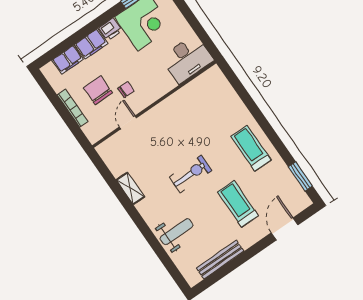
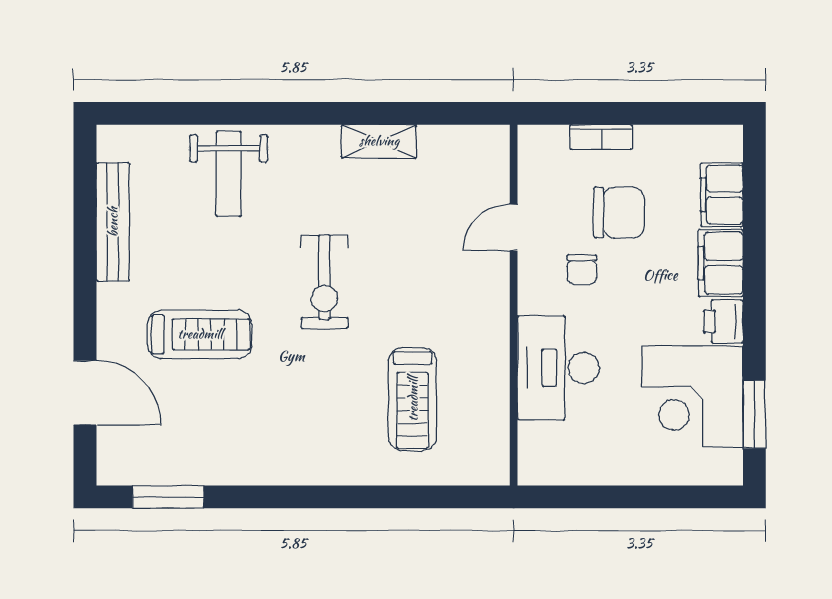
desk: (187, 59) -> (558, 368), moved
bookcase: (73, 108) -> (601, 137), width x0.64
door: (128, 122) -> (514, 228), swing flipped
treadmill: (251, 148) -> (413, 399), moved, turned 90

